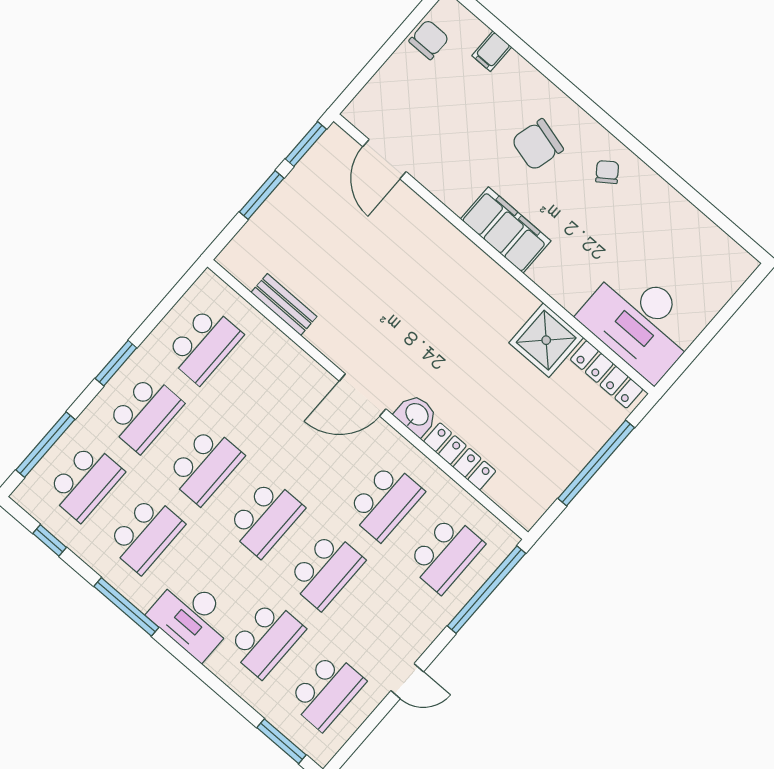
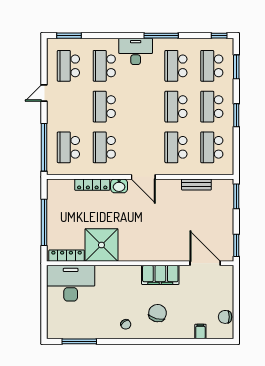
chair: (429, 40) -> (225, 317), turned 90
door: (384, 159) -> (205, 263), width x1.36
window: (262, 195) -> (236, 196), moved
window: (710, 211) -> (79, 341), added
filing cabinet: (506, 230) -> (160, 275), moved
shower: (546, 340) -> (101, 245), width x1.37, depth x1.37
door: (363, 395) -> (143, 177), swing flipped
window: (45, 445) -> (236, 67), width x0.69
school desk: (265, 518) -> (176, 147), moved
window: (50, 540) -> (219, 36), moved

